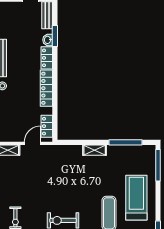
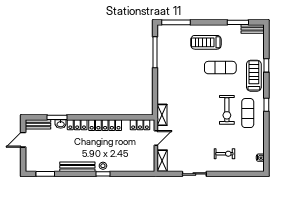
door: (32, 143) -> (156, 138), swing flipped
shelving: (95, 150) -> (162, 115), moved
treadmill: (136, 198) -> (206, 42), width x0.73, depth x0.73

